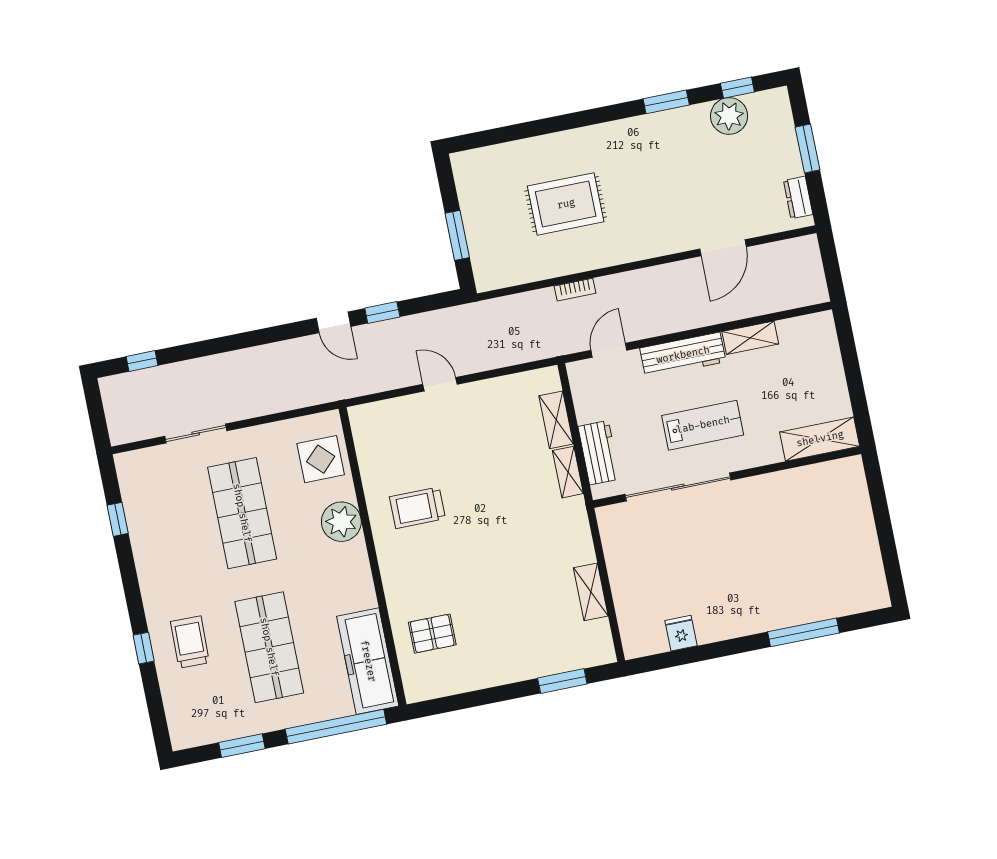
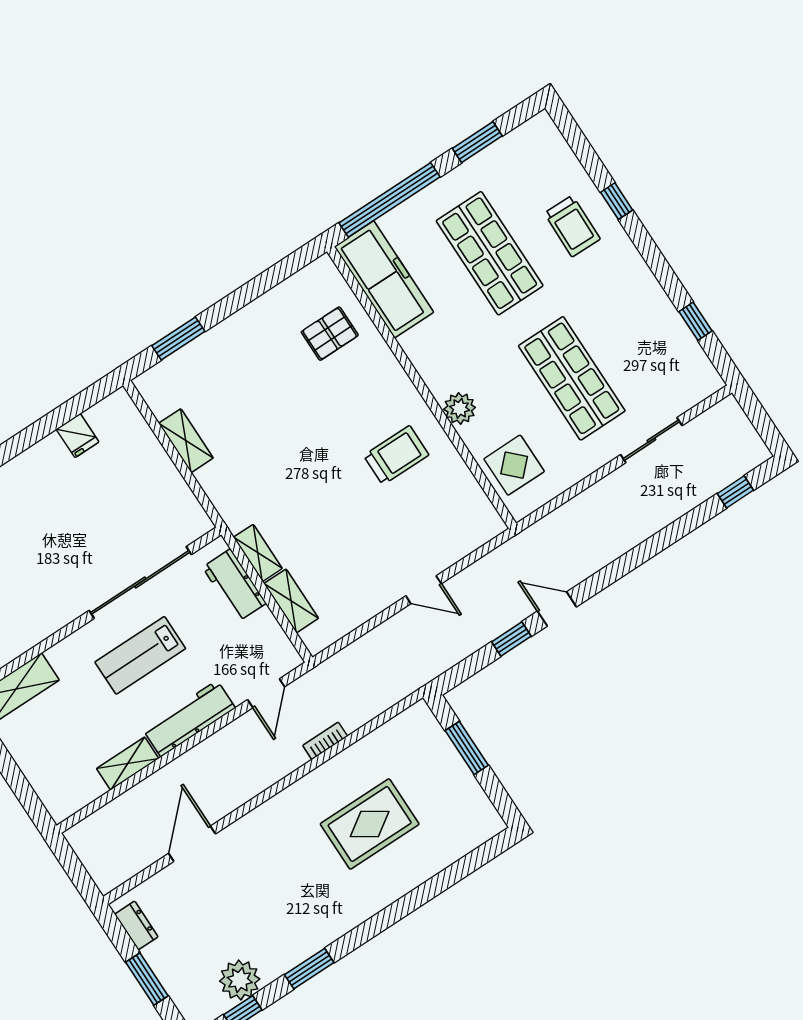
plant: (341, 522) -> (460, 408), width x0.73, depth x0.73

